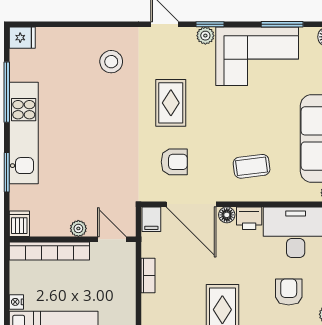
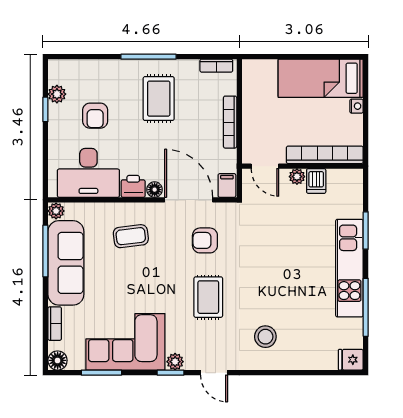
dishwasher: (19, 224) -> (316, 181), moved
bookcase: (148, 275) -> (230, 122), width x1.56

